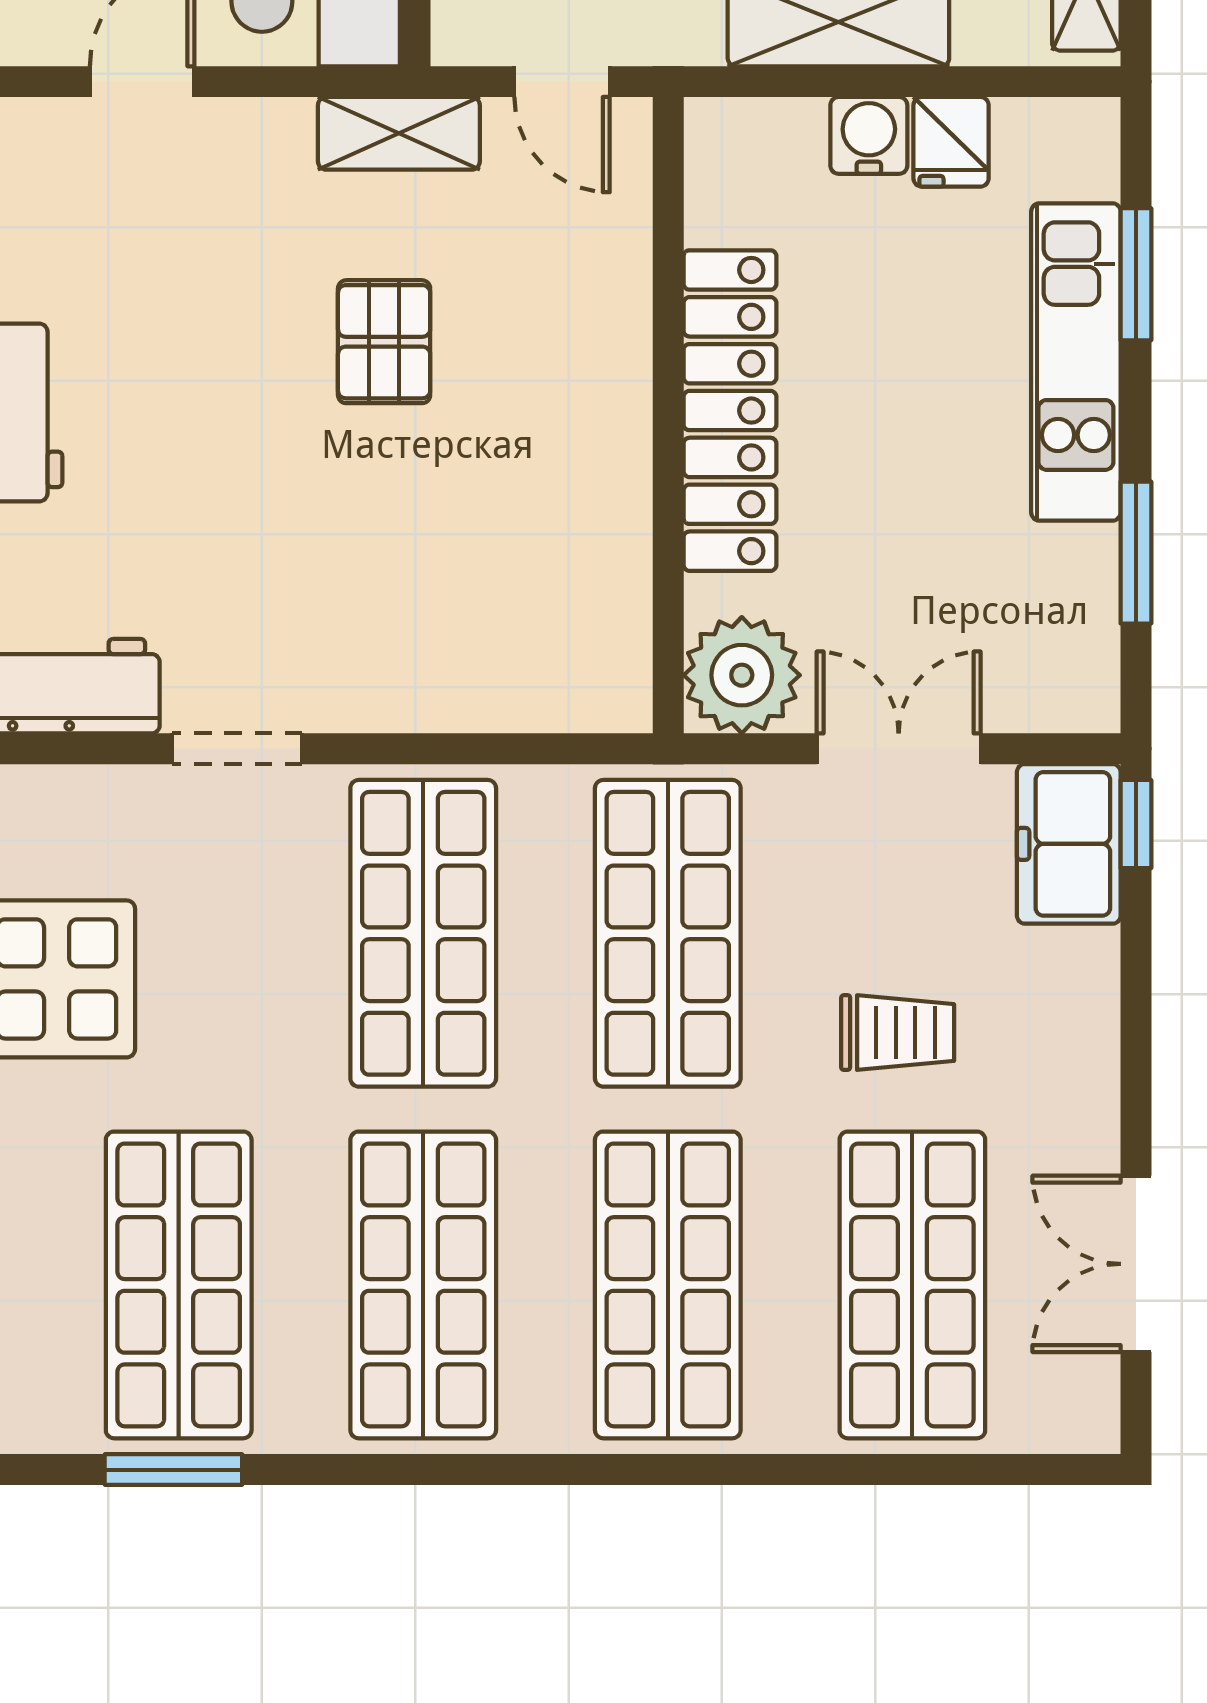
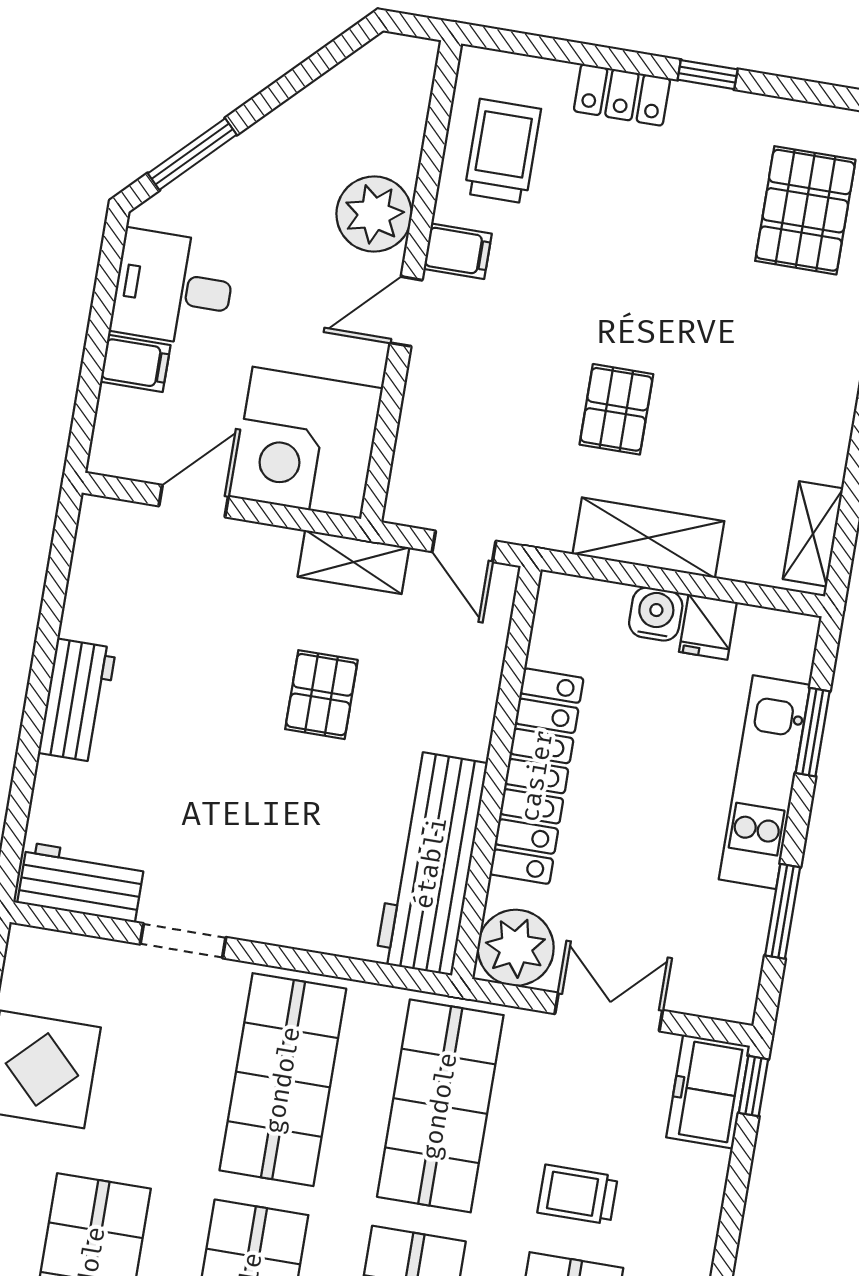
workbench: (593, 568) -> (431, 863), added
trolley: (898, 1033) -> (578, 1195), turned 180

